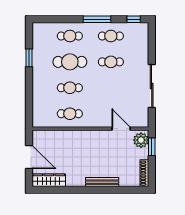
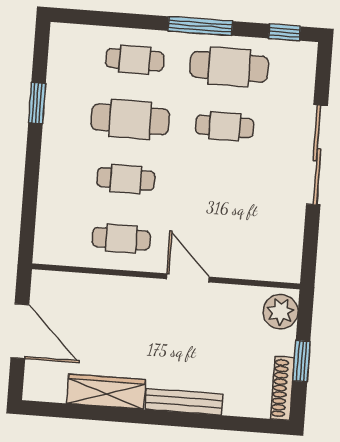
cafe table: (111, 36) -> (229, 67), width x1.37, depth x1.35
sliding door: (152, 86) -> (317, 155), moved
door: (121, 129) -> (188, 278), moved
window: (152, 147) -> (301, 361), moved
wardrobe: (49, 180) -> (106, 392), moved

